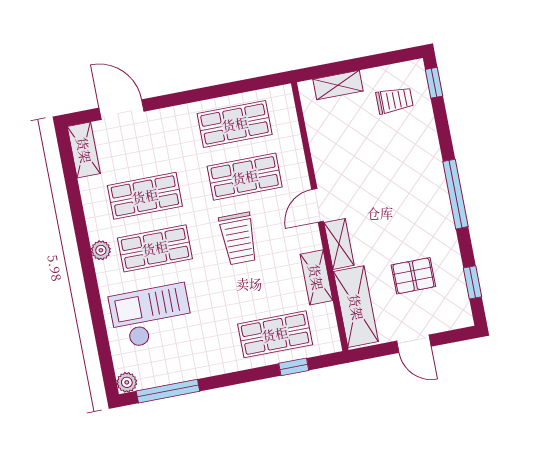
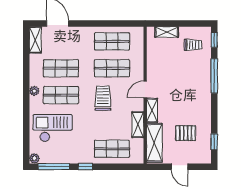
window: (456, 194) -> (214, 76), moved
trolley: (238, 239) -> (103, 98), turned 180
window: (294, 367) -> (85, 167), moved

